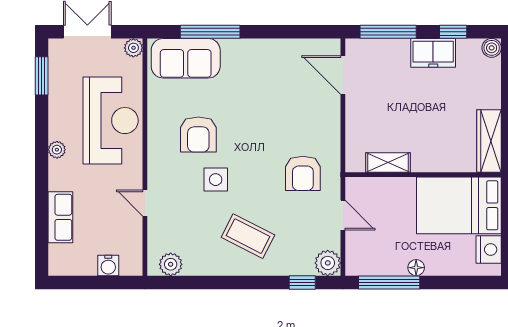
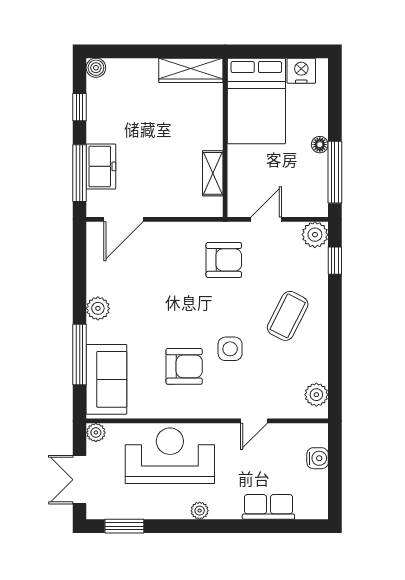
plant: (255, 50) -> (98, 308), added
freezer: (433, 53) -> (101, 166), moved

